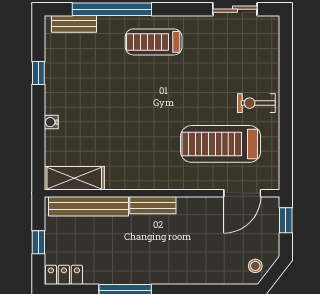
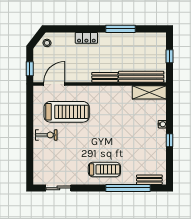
window: (38, 73) -> (169, 140), moved
locker: (64, 275) -> (86, 38), moved

